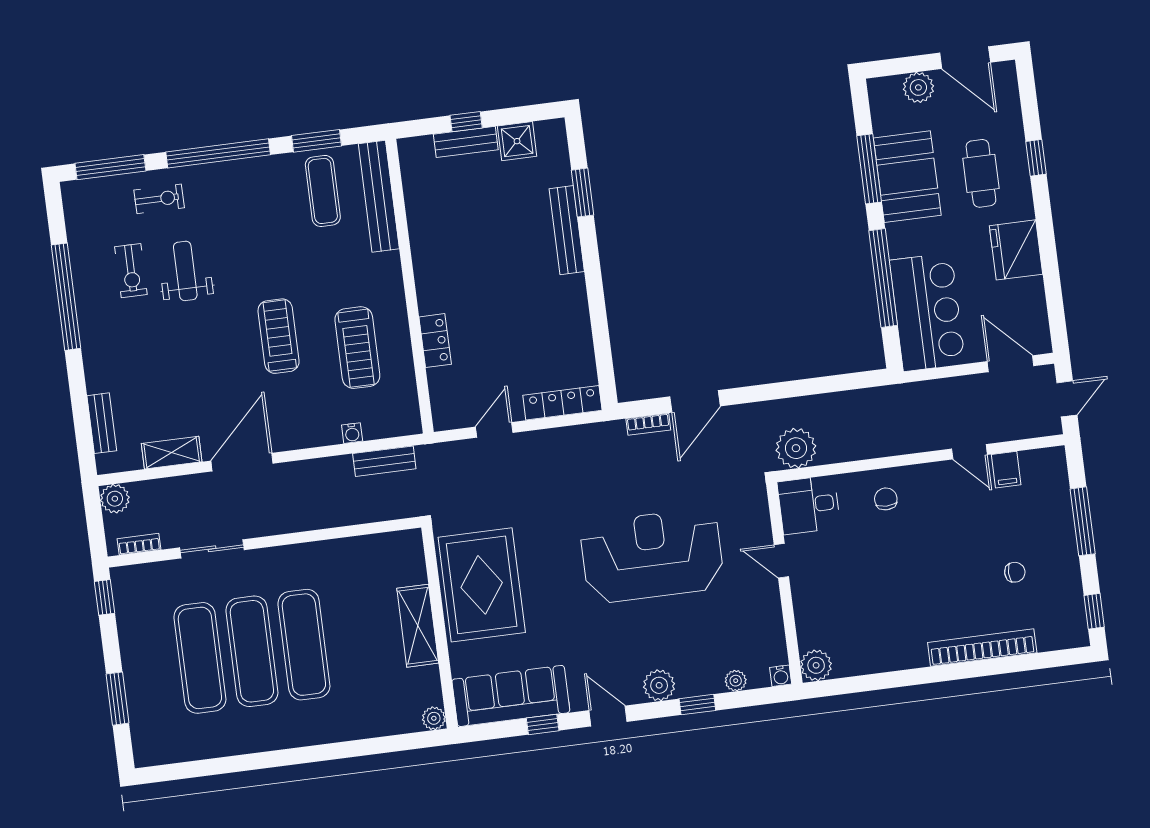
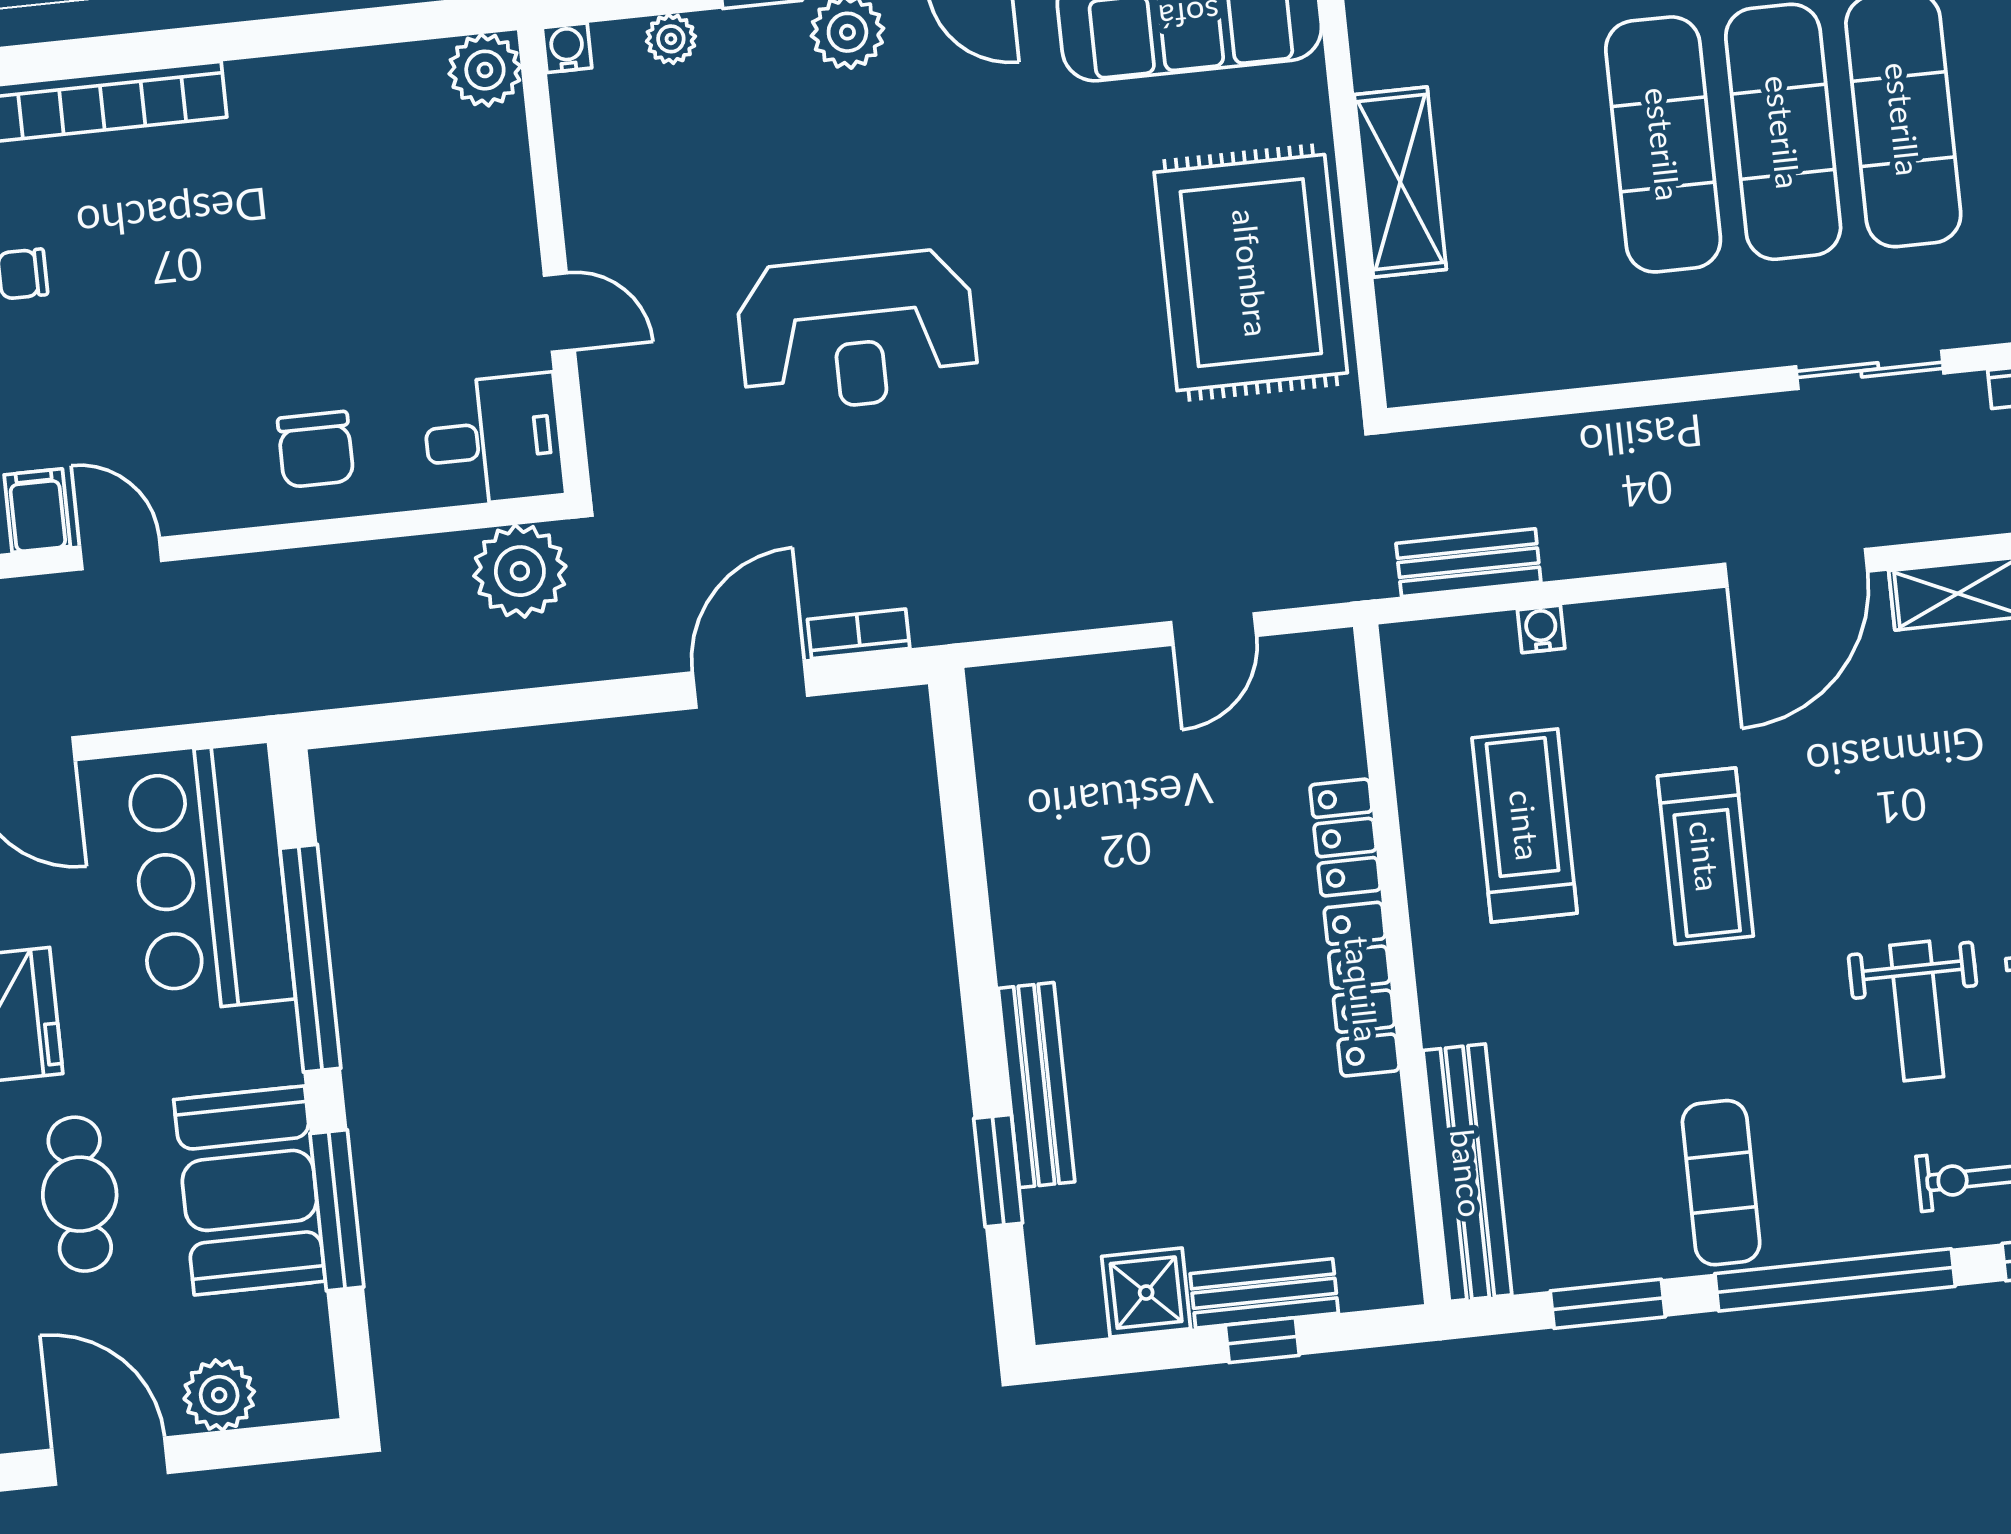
exercise mat: (323, 191) -> (1721, 1183), moved
locker: (562, 403) -> (1362, 989), moved, turned 90
chair: (886, 499) -> (316, 449), width x1.37, depth x1.37
reception desk: (652, 556) -> (857, 331), width x0.74, depth x0.77

